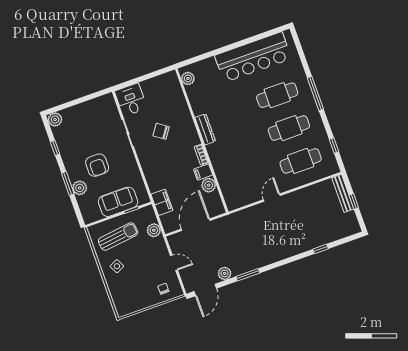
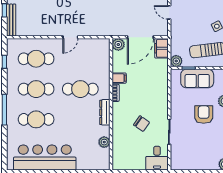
plant: (188, 78) -> (104, 142), moved
cafe table: (241, 145) -> (80, 89), added
plant: (209, 185) -> (118, 45), moved
filing cabinet: (162, 202) -> (161, 48), moved
plant: (154, 230) -> (176, 61), moved

